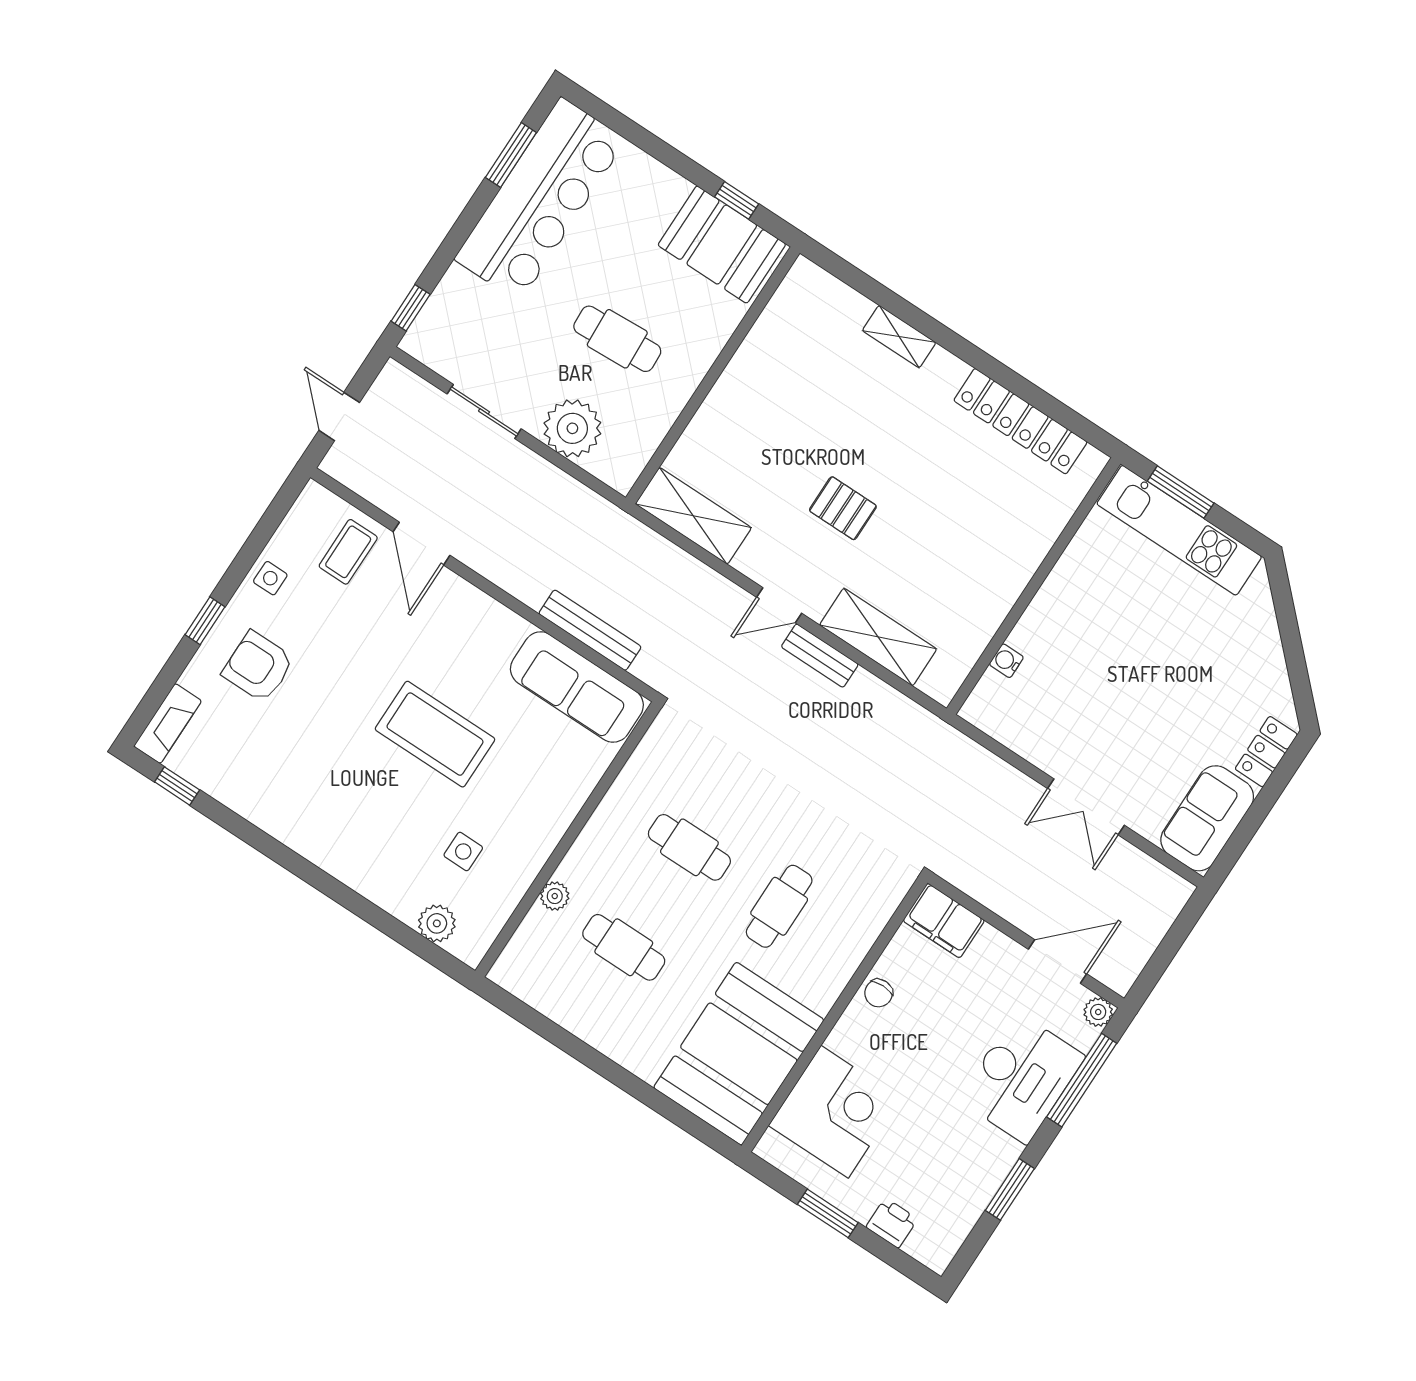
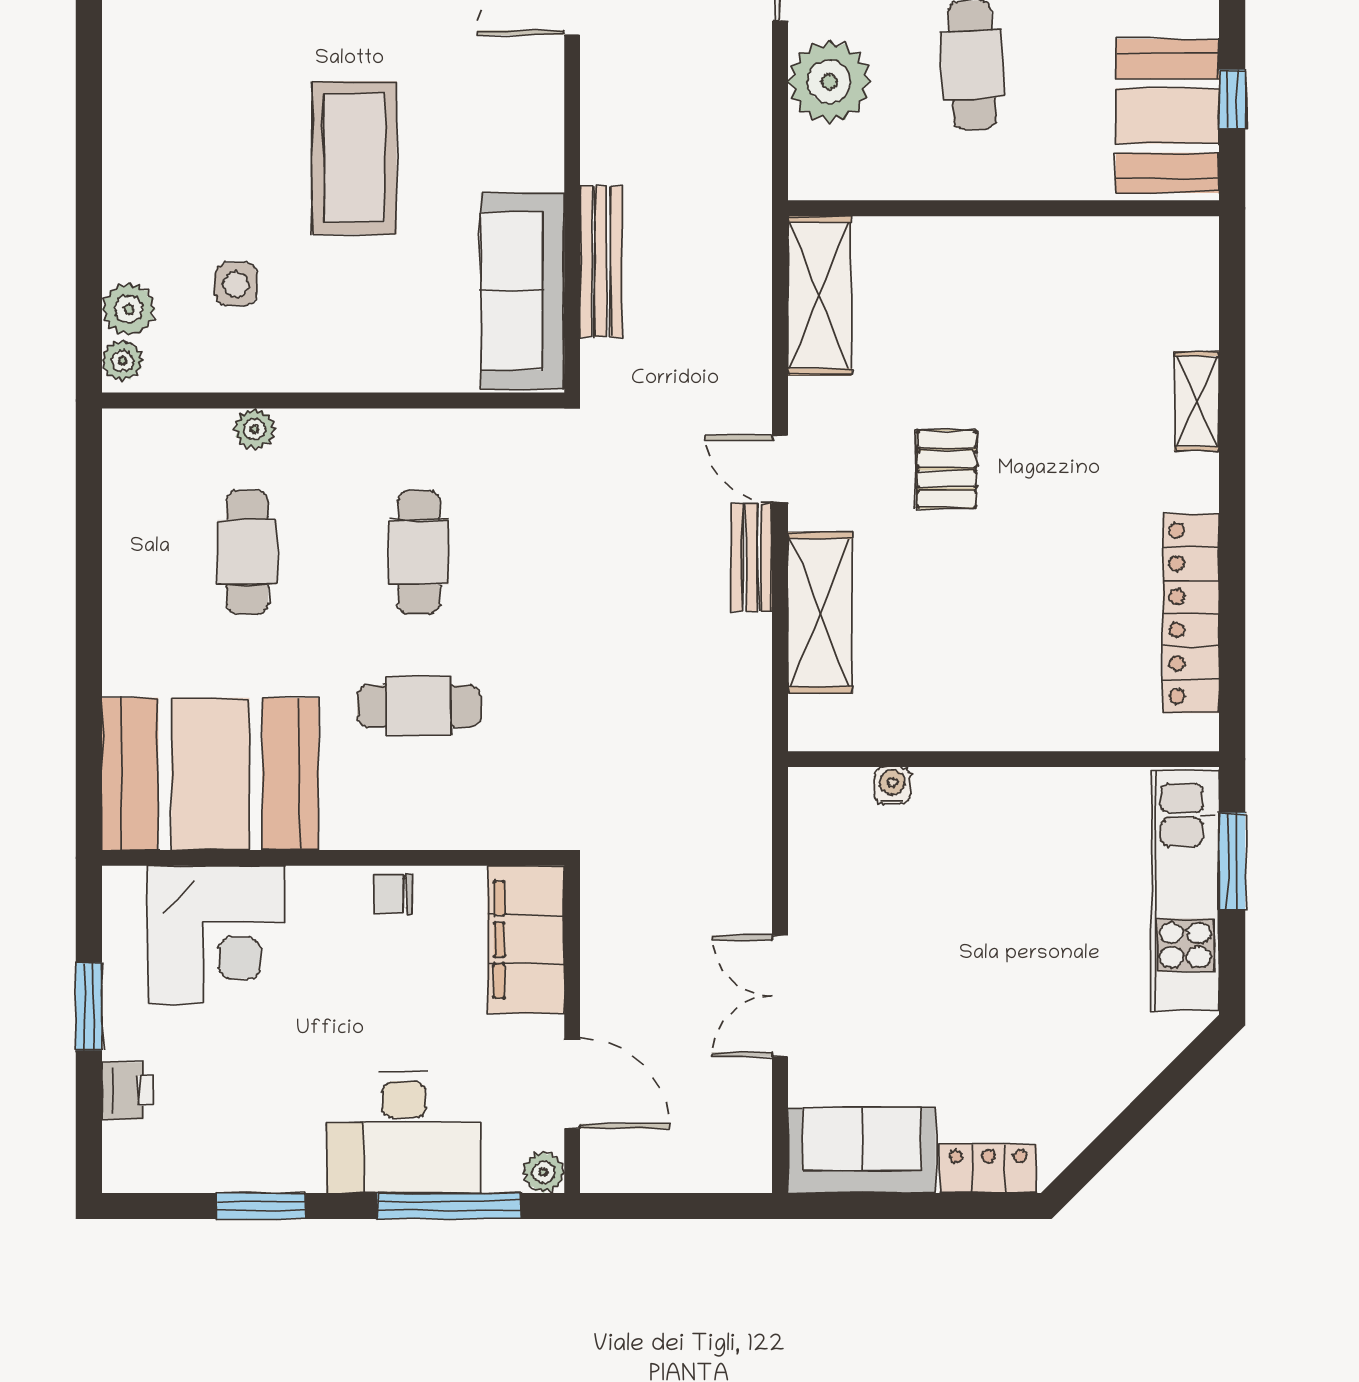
filing cabinet: (944, 921) -> (526, 940), width x1.50, depth x1.17
plant: (464, 947) -> (122, 361), added

